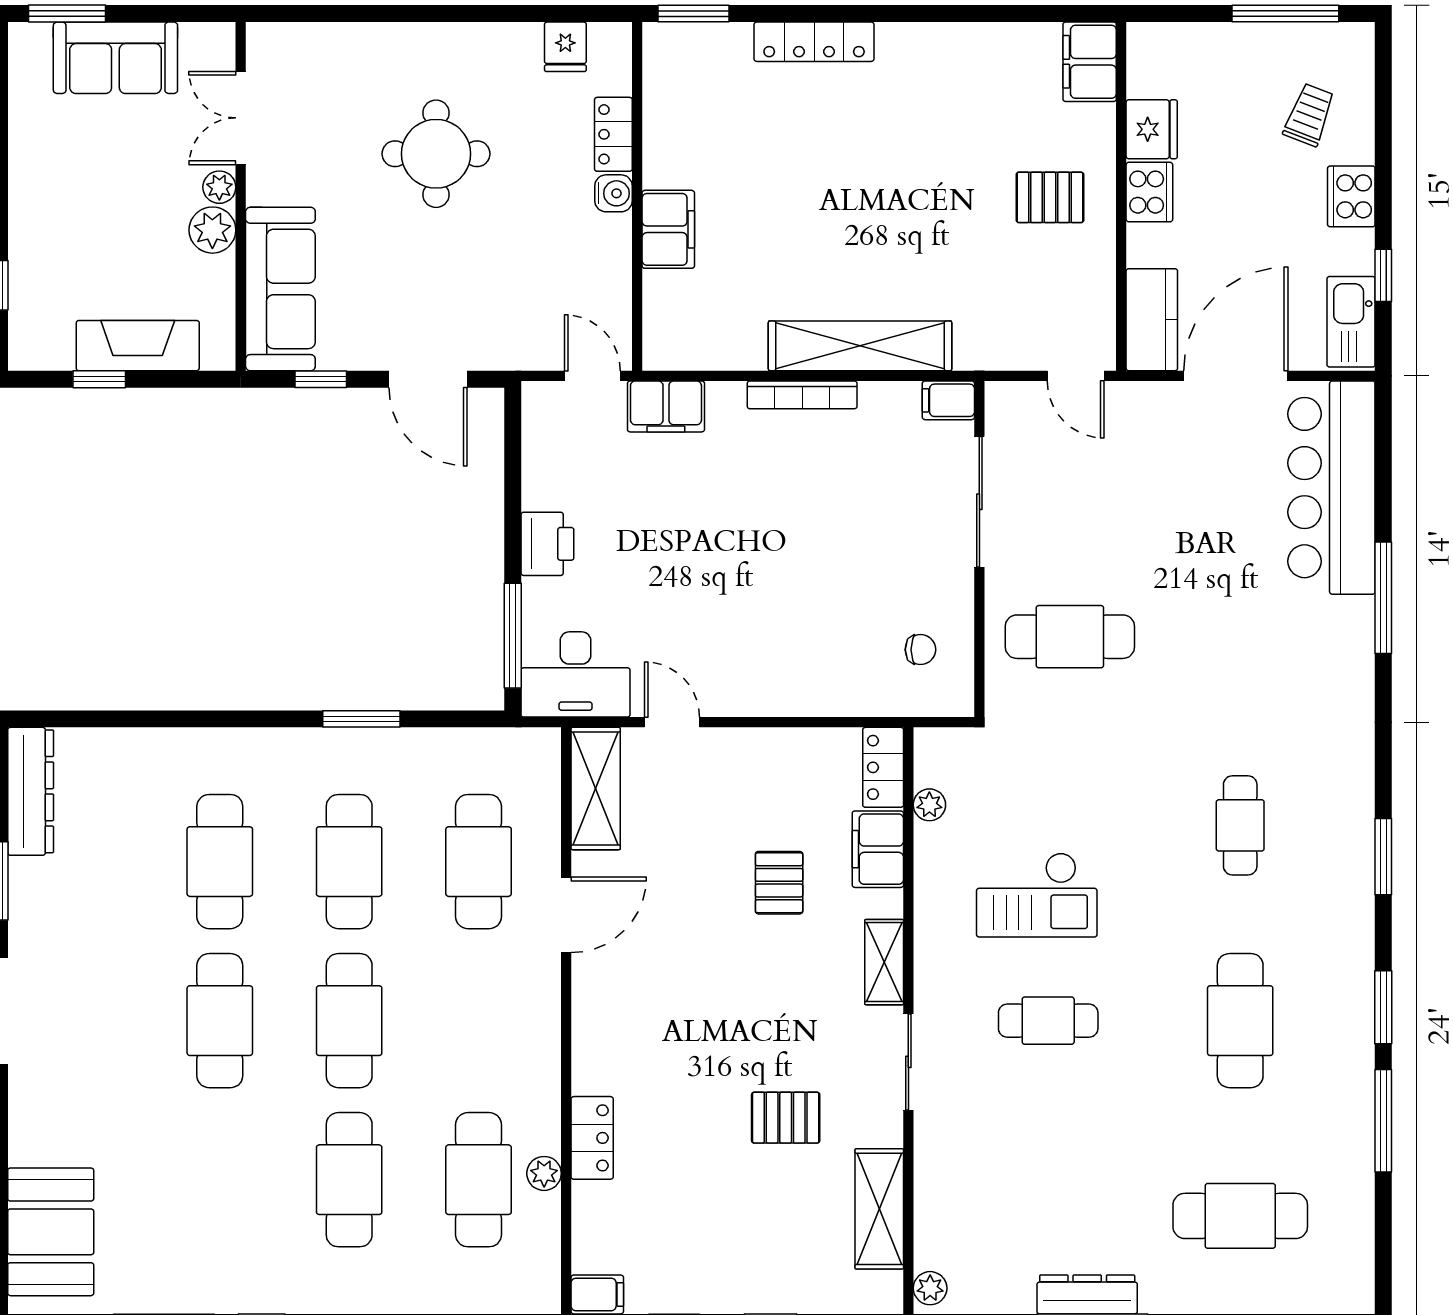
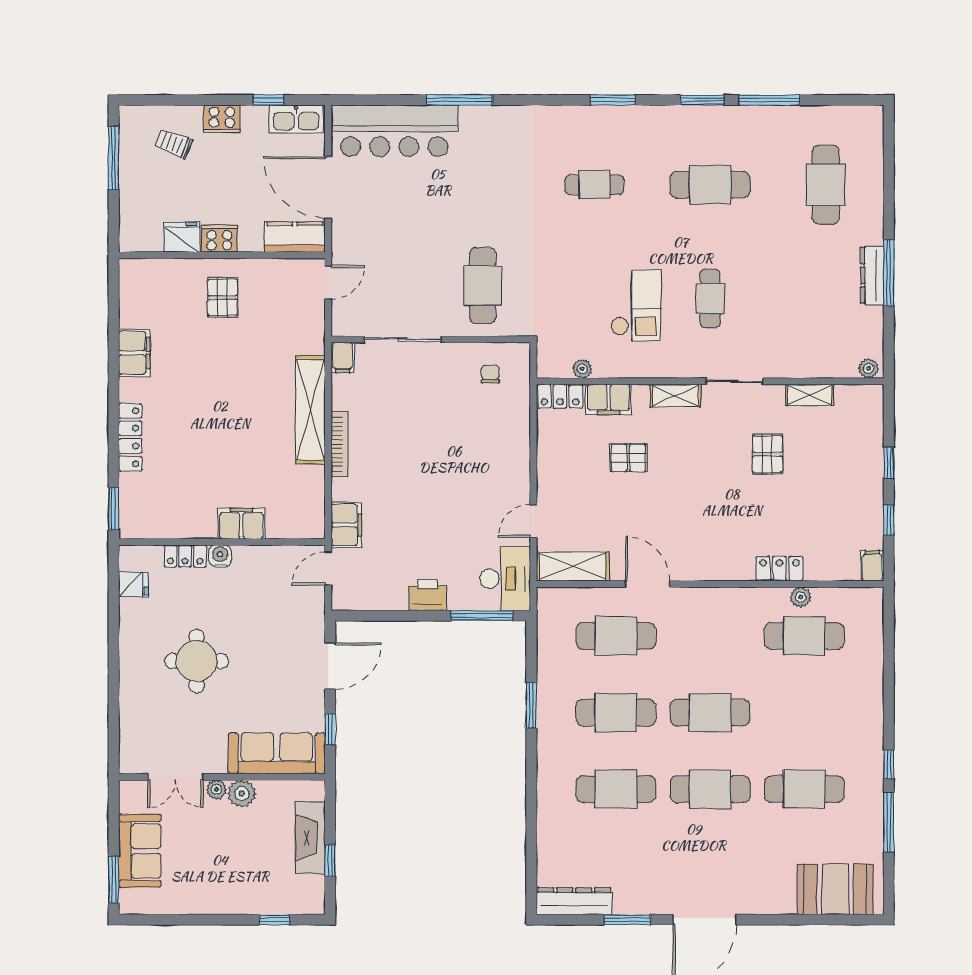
filing cabinet: (1090, 62) -> (134, 353), moved, turned -90
cafe table: (349, 1180) -> (804, 789), moved
shelving: (879, 1209) -> (810, 395), width x0.67, depth x0.75

